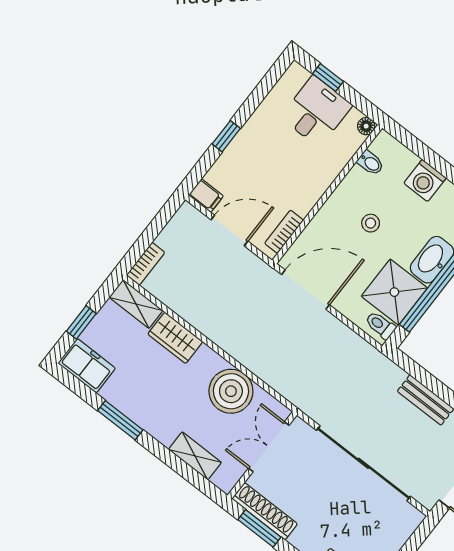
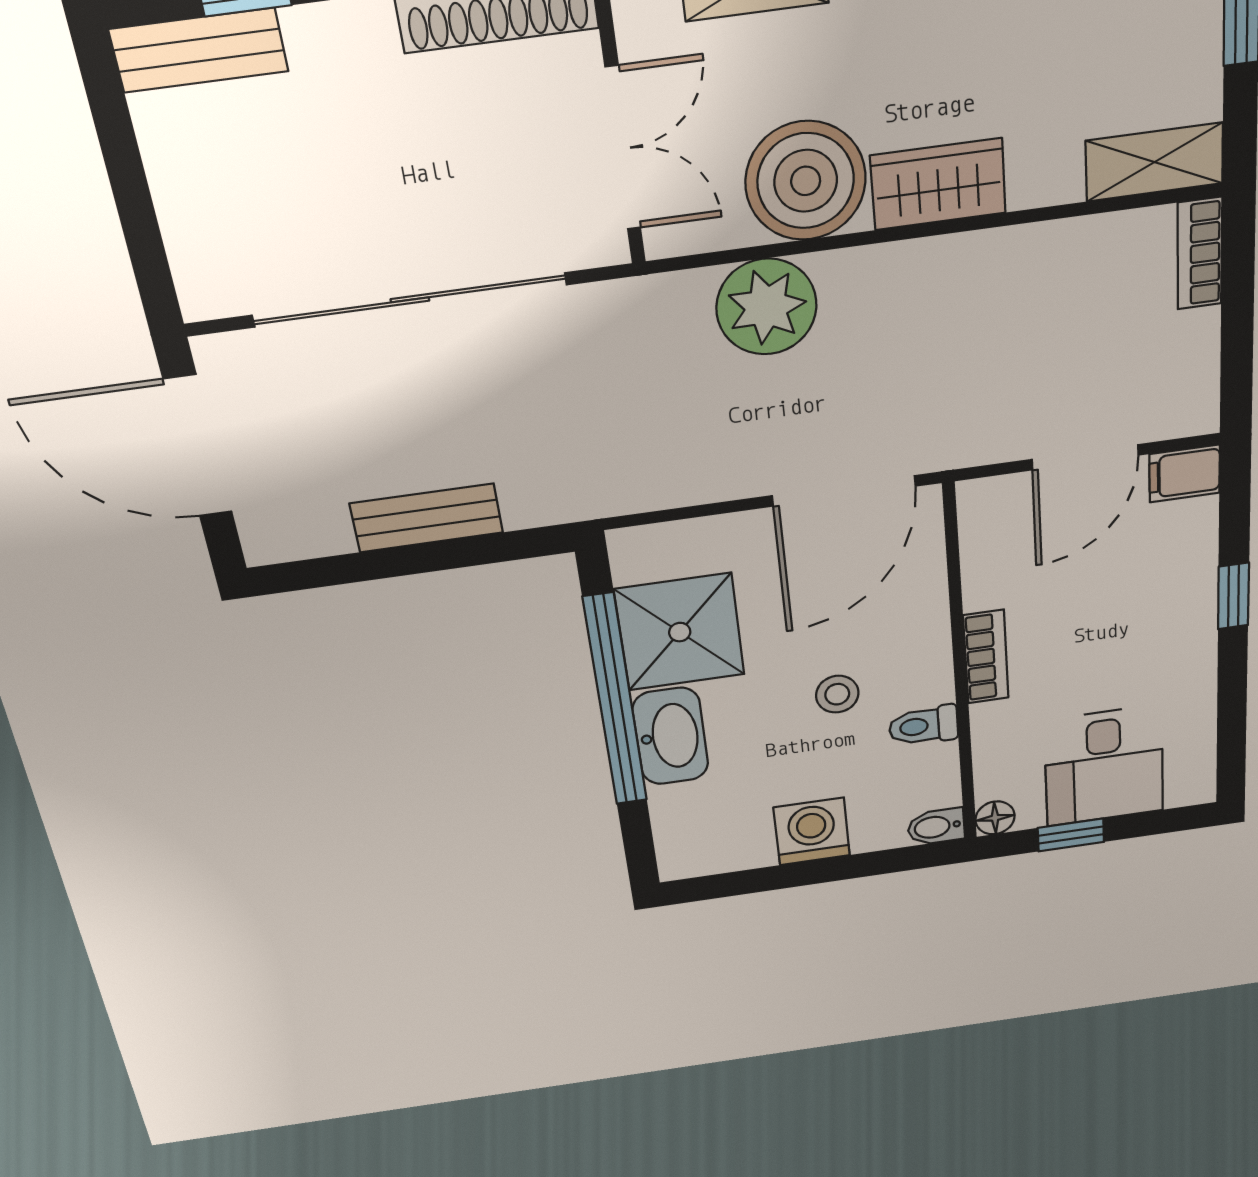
window: (328, 78) -> (1071, 835), moved
bidet: (370, 163) -> (936, 827), moved
bookcase: (284, 232) -> (986, 657), moved
toilet: (380, 325) -> (923, 726), moved, turned 180
wardrobe: (175, 338) -> (938, 184), moved
plant: (274, 367) -> (766, 307), added

